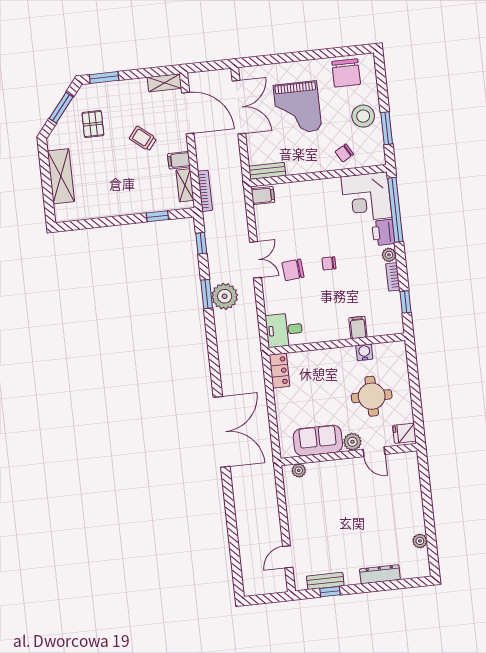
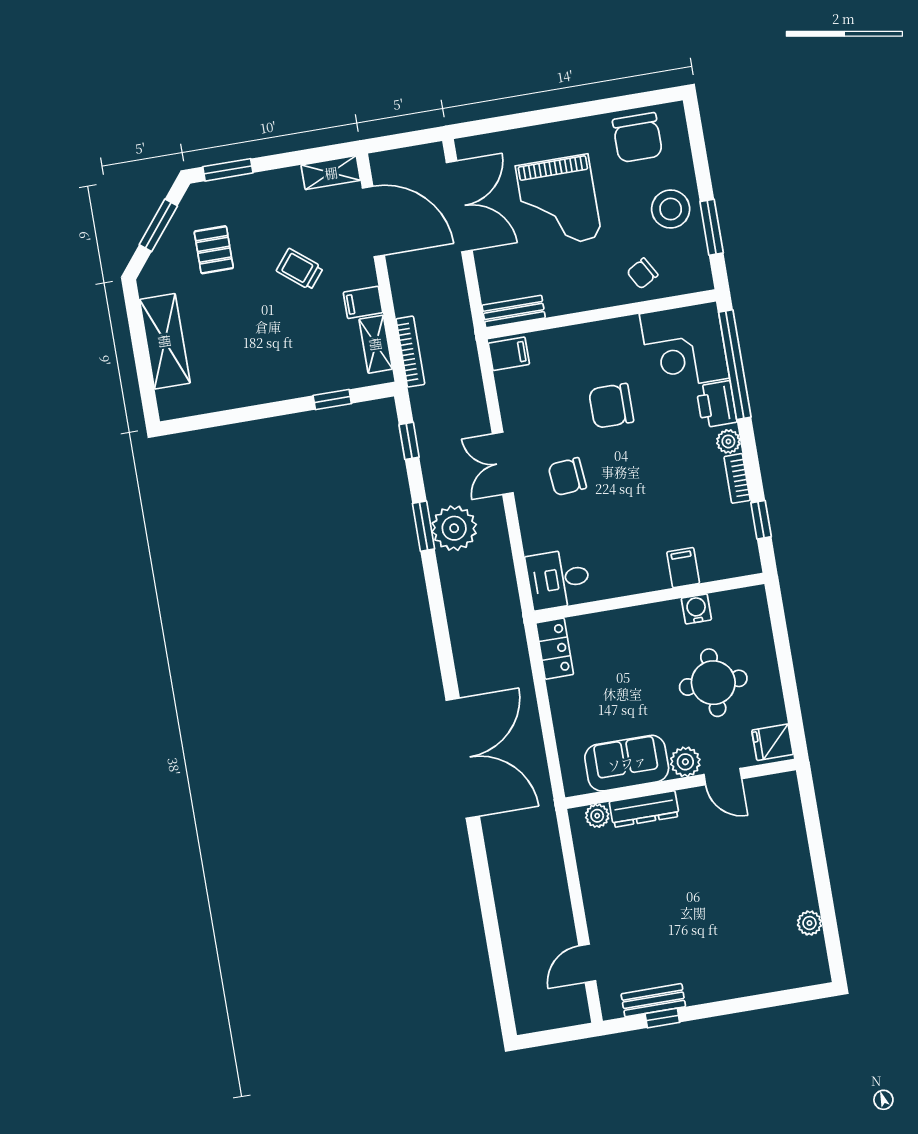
double door: (255, 260) -> (503, 463), swing flipped
chair: (329, 263) -> (611, 406), moved, width x1.87, depth x1.87
dresser: (380, 574) -> (644, 809), moved, turned 180

